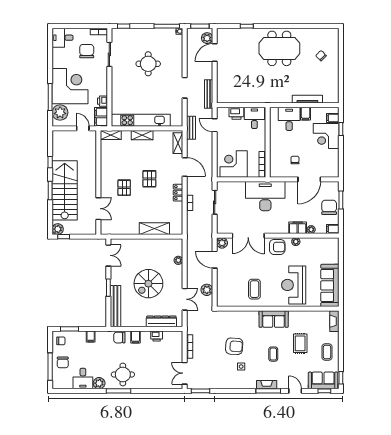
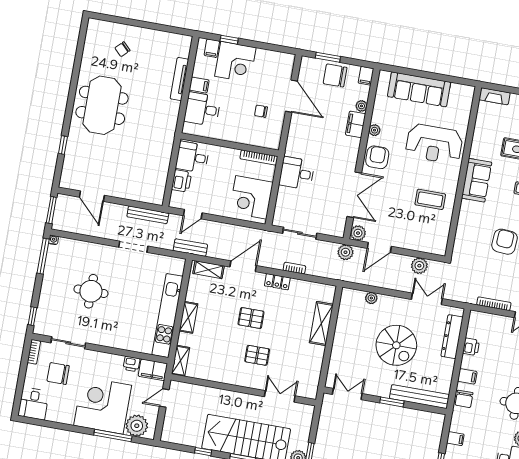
plant: (207, 38) -> (345, 252), moved
desk: (265, 196) -> (297, 173), width x0.53, depth x0.77
sofa: (330, 285) -> (419, 89), moved

